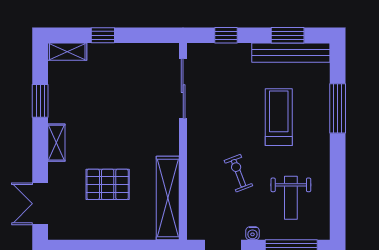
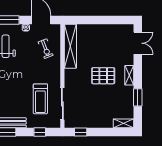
window: (103, 35) -> (81, 132), moved
treadmill: (279, 117) -> (40, 99), moved
exercise bike: (238, 173) -> (46, 49), moved
pallet: (108, 184) -> (103, 76), moved

